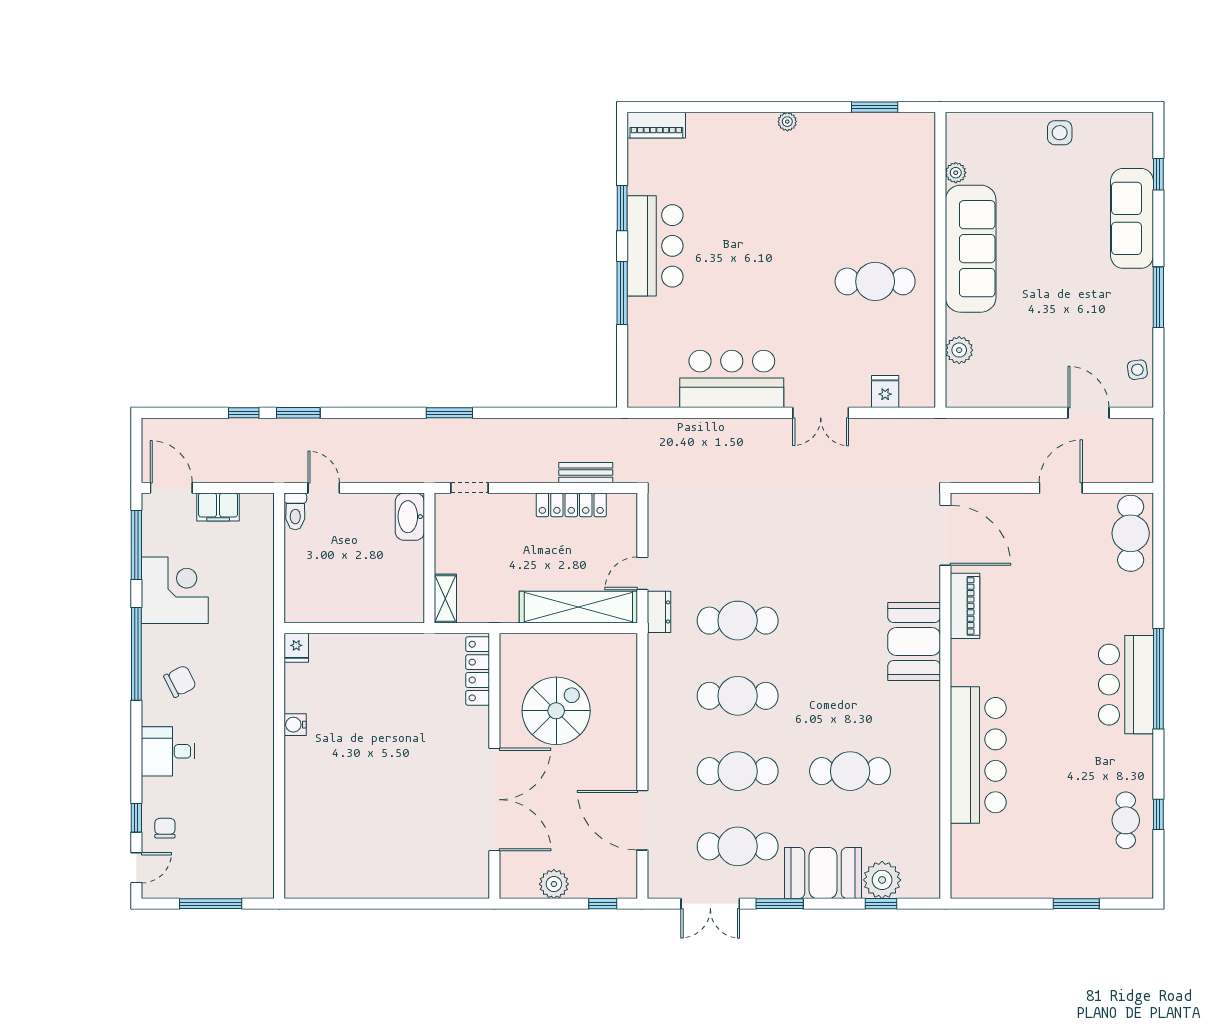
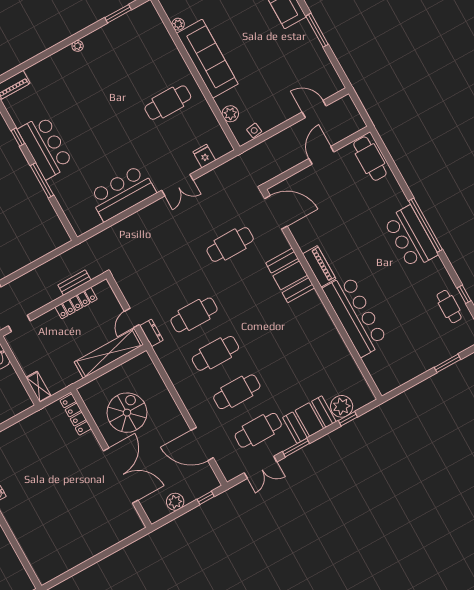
window: (622, 208) -> (18, 137), width x0.67
side table: (1137, 370) -> (254, 130), moved
piano: (965, 606) -> (319, 266), moved
cafe table: (850, 771) -> (230, 244), moved

